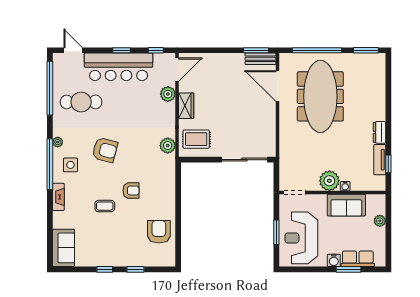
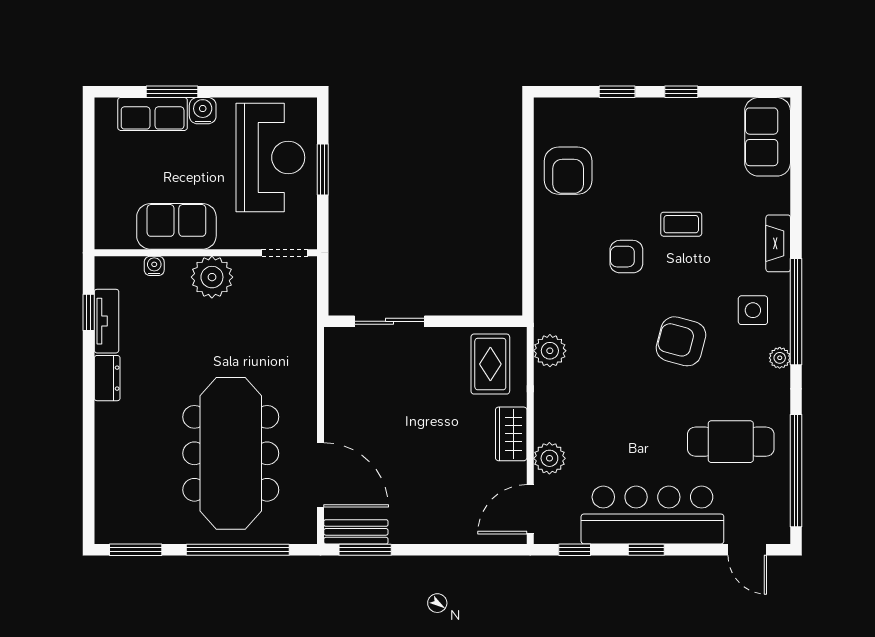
rug: (196, 139) -> (490, 364), turned 90
sliding door: (244, 160) -> (389, 321), width x0.73
water cooler: (345, 186) -> (154, 266), moved
plant: (380, 221) -> (106, 193), removed

